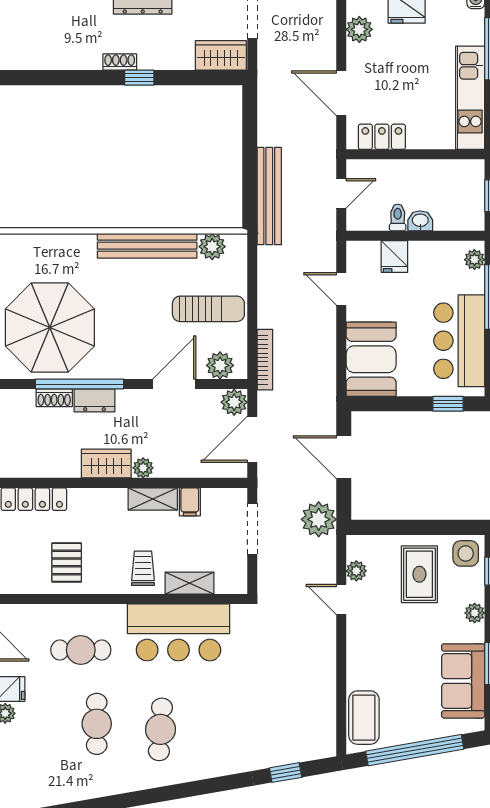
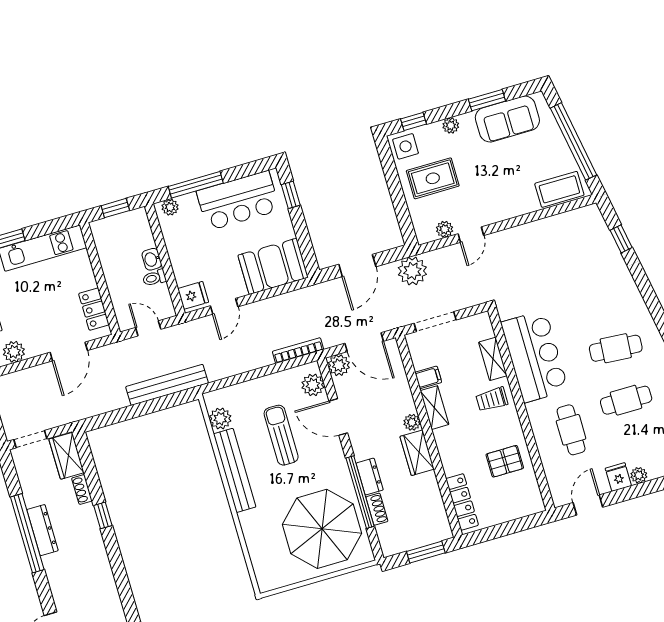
shoe rack: (120, 62) -> (82, 489), moved
fridge: (394, 257) -> (193, 295), moved
sun lounger: (208, 309) -> (281, 435), moved

